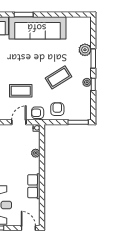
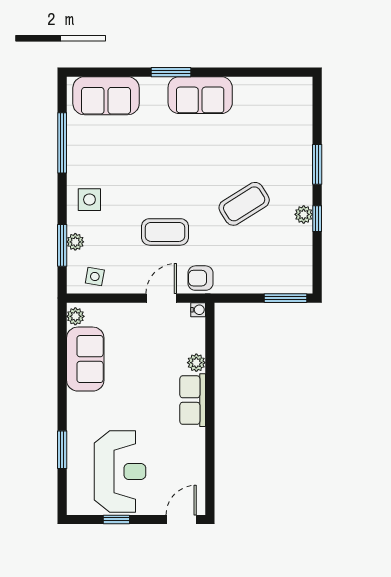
sofa: (37, 28) -> (200, 95), width x0.54, depth x0.79
plant: (85, 50) -> (300, 146), removed
armchair: (57, 109) -> (242, 271), removed
row of seats: (34, 186) -> (193, 400), moved
door: (28, 228) -> (181, 519), hinge flipped

